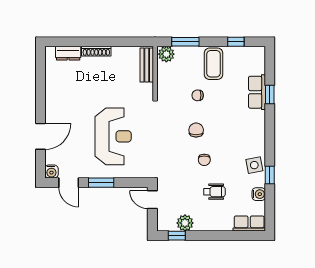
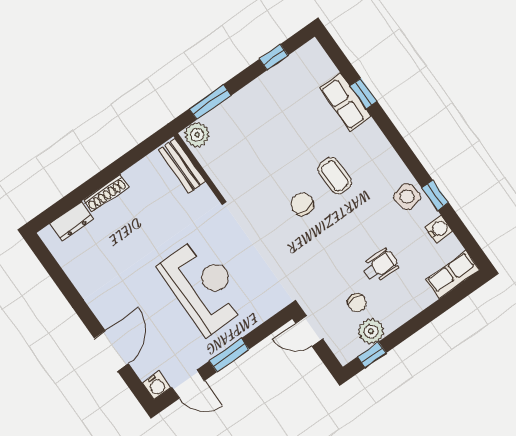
coffee table: (213, 64) -> (335, 176), moved, width x0.73, depth x0.77
chair: (198, 95) -> (273, 159), removed
chair: (204, 160) -> (357, 303), moved

